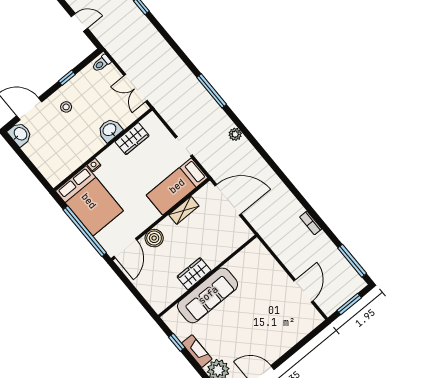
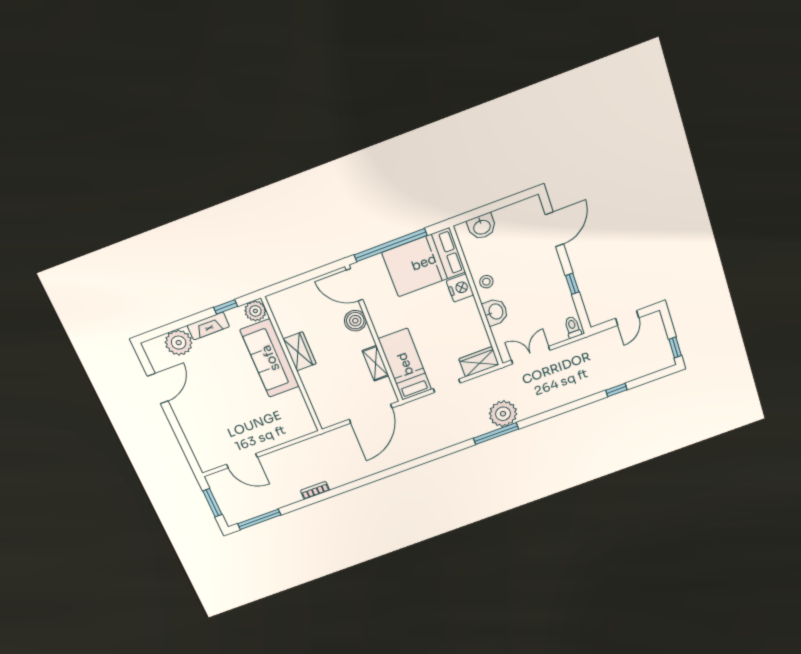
stool: (66, 107) -> (486, 282), moved
washbasin: (20, 134) -> (482, 227), moved
plant: (235, 134) -> (503, 414), moved, width x1.87, depth x1.87
wardrobe: (132, 139) -> (479, 362), moved, turned 90
nightstand: (94, 165) -> (460, 288), width x1.89, depth x1.79
plant: (172, 318) -> (255, 311), added

